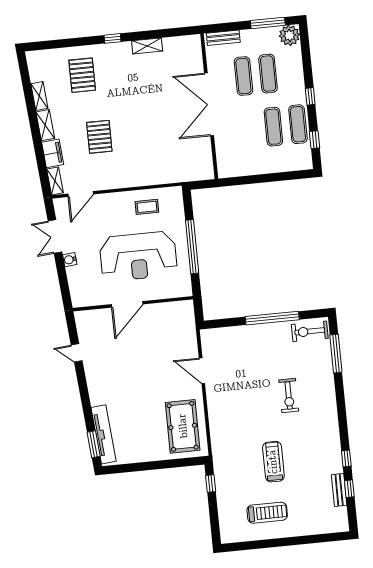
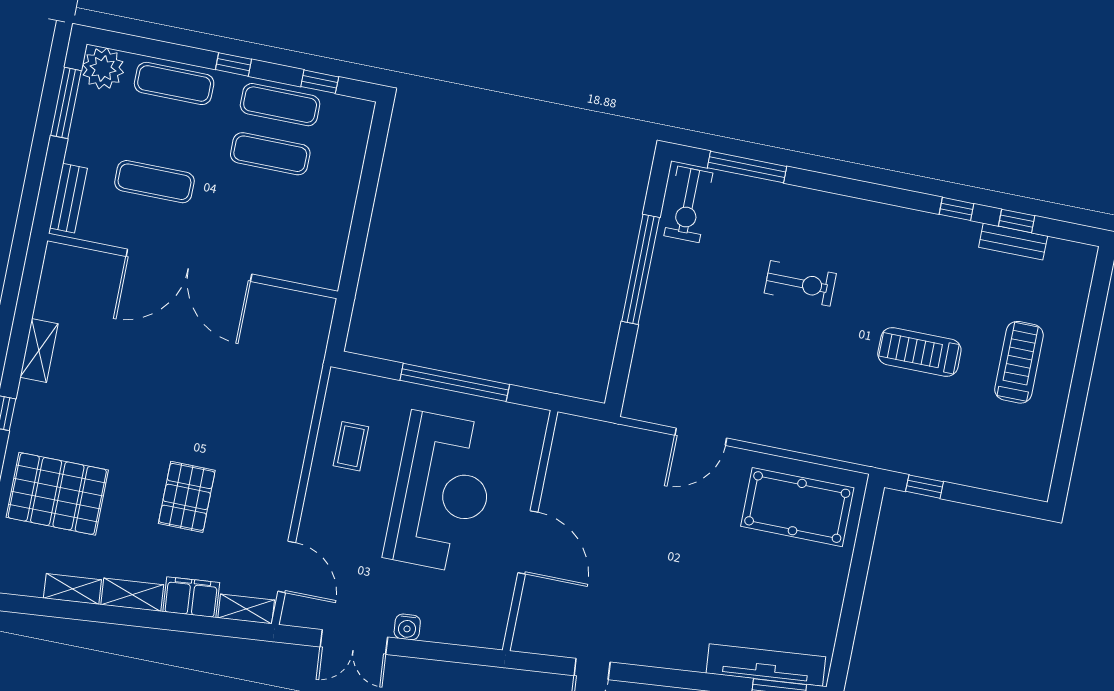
exercise mat: (268, 74) -> (174, 83), moved
pallet: (82, 75) -> (57, 494), width x1.37, depth x1.41
pallet: (99, 137) -> (187, 497), turned 90
treadmill: (267, 513) -> (1019, 362), moved

